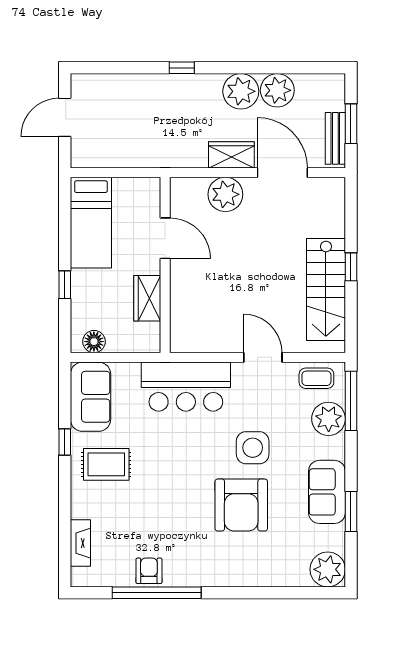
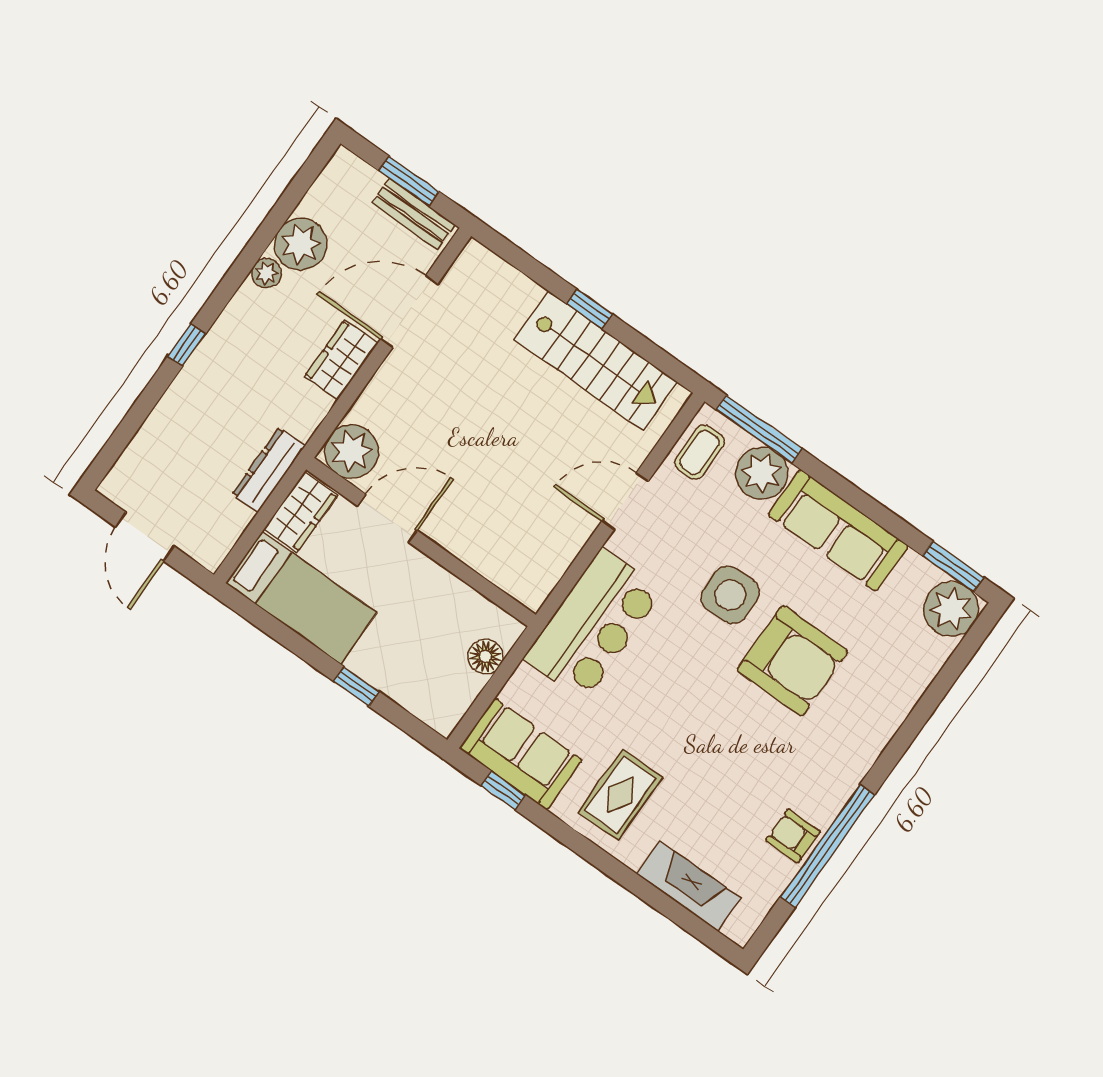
plant: (241, 91) -> (266, 273), width x0.53, depth x0.53
dresser: (146, 158) -> (269, 470), added
plant: (225, 194) -> (351, 451), moved
wardrobe: (147, 298) -> (301, 512), moved, turned -90
floor lamp: (94, 342) -> (485, 656), moved
window: (65, 442) -> (503, 790), moved
sofa: (327, 492) -> (838, 530), width x1.36
window: (351, 512) -> (953, 566), moved
fireplace: (80, 543) -> (689, 886), width x1.37, depth x1.32

